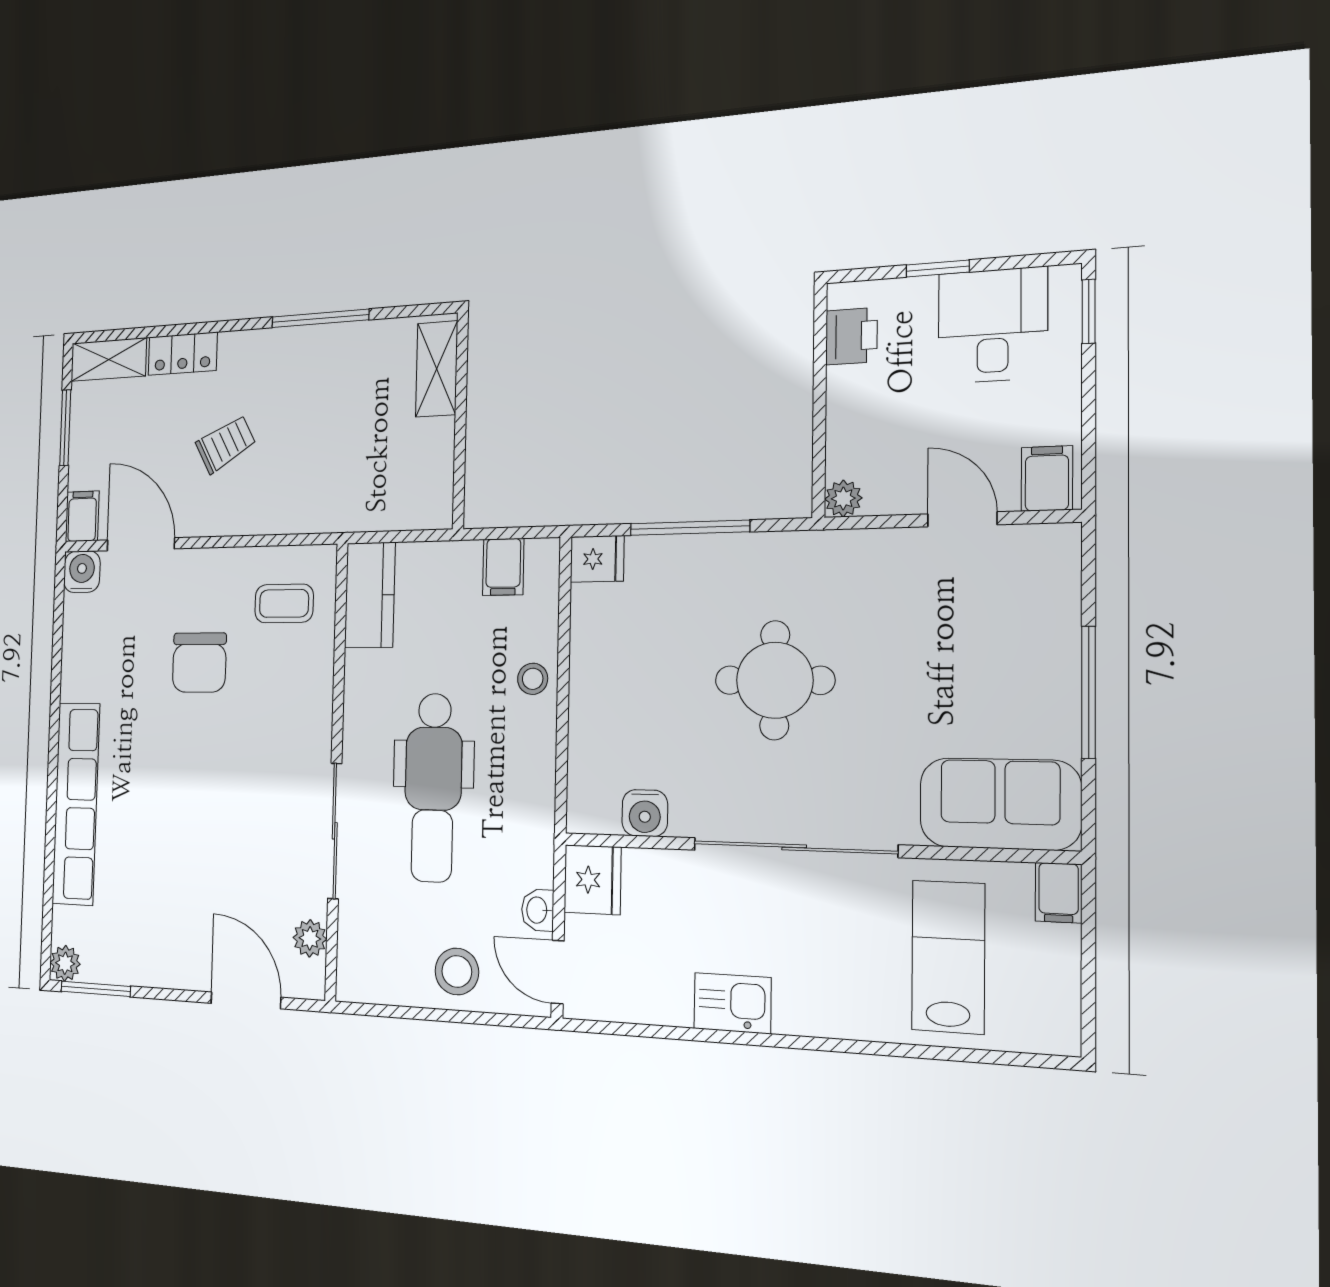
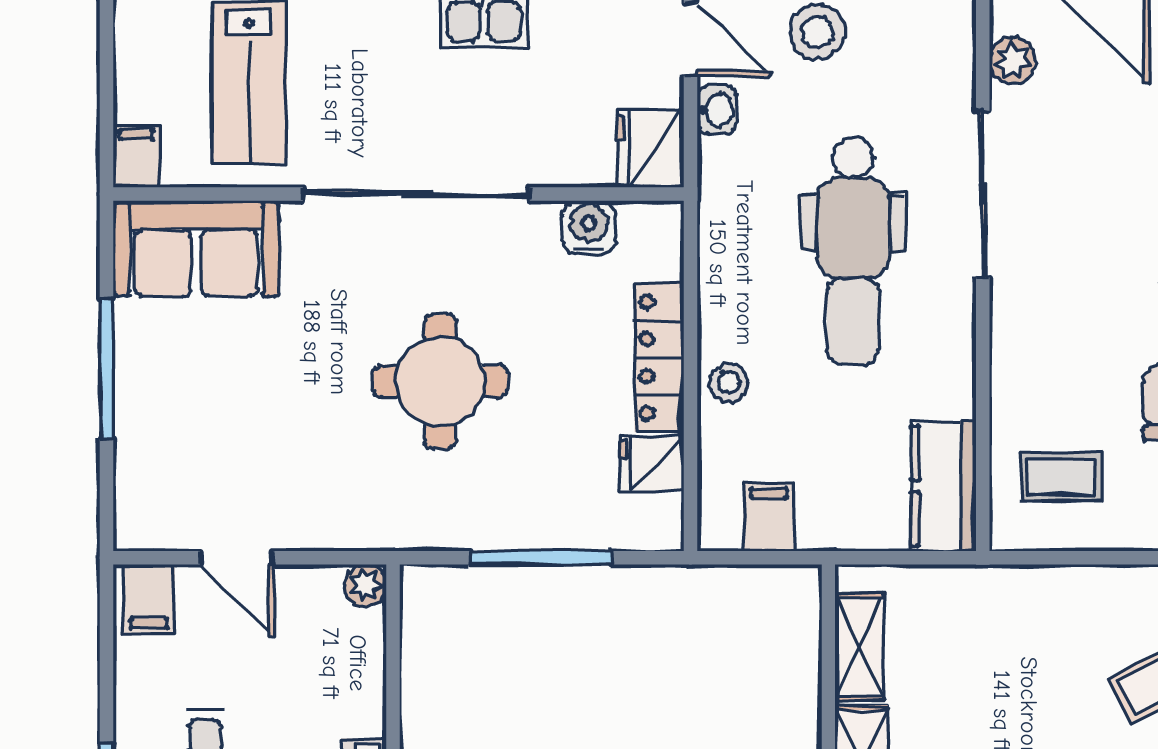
shelving: (436, 463) -> (859, 647), added
fridge: (597, 559) -> (652, 464), moved
locker: (588, 700) -> (659, 358), added
dental chair: (433, 787) -> (853, 251), turned 180

